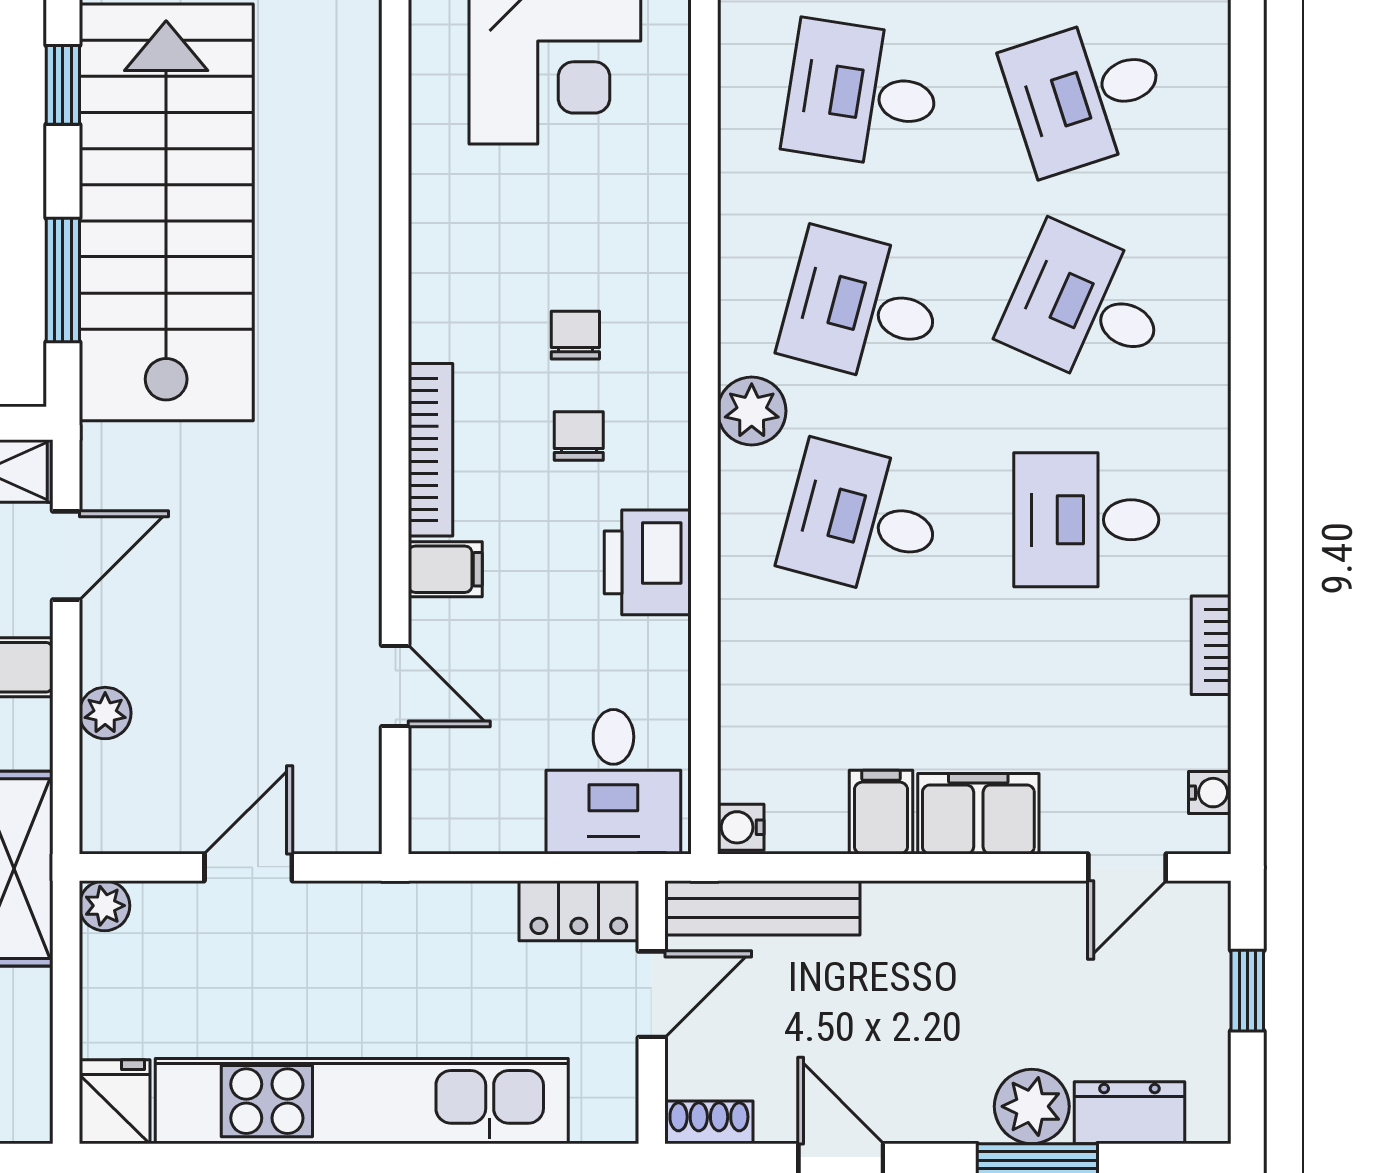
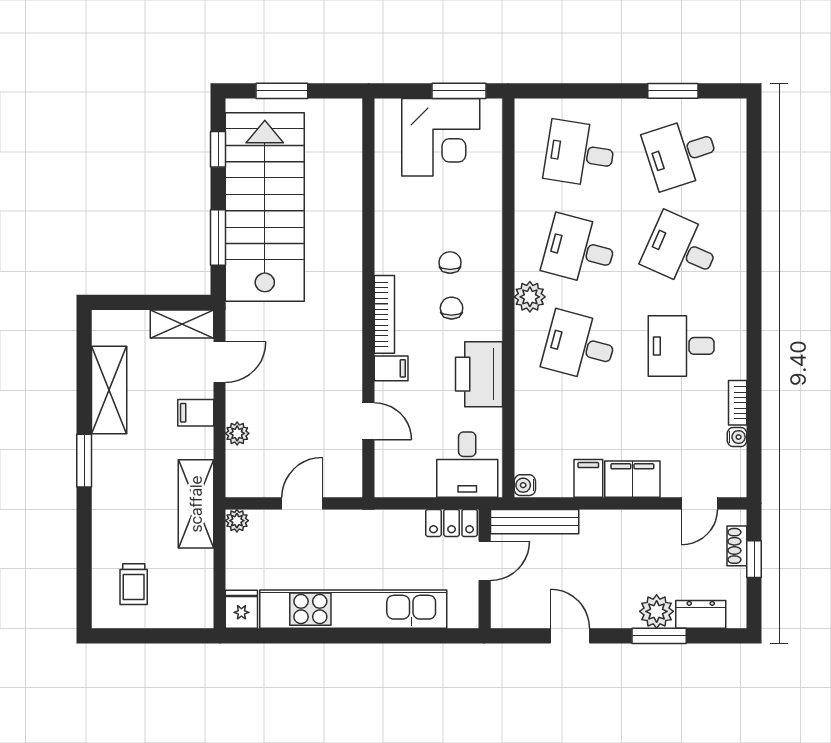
printer: (648, 562) -> (479, 374), width x1.37, depth x1.19
water cooler: (1210, 793) -> (737, 437), moved
shoe rack: (709, 1122) -> (737, 546), moved, turned -90

